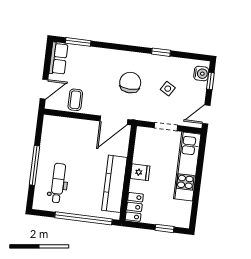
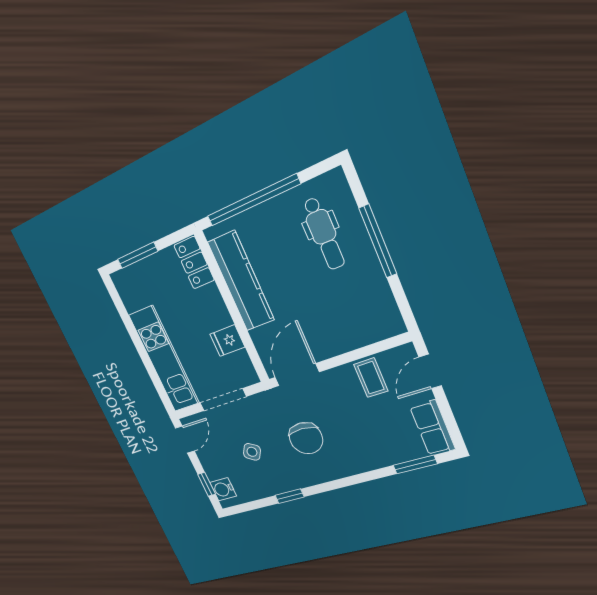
doorway: (166, 127) -> (223, 400), width x1.38
fridge: (140, 172) -> (227, 341), moved
window: (164, 228) -> (138, 255), width x1.50

